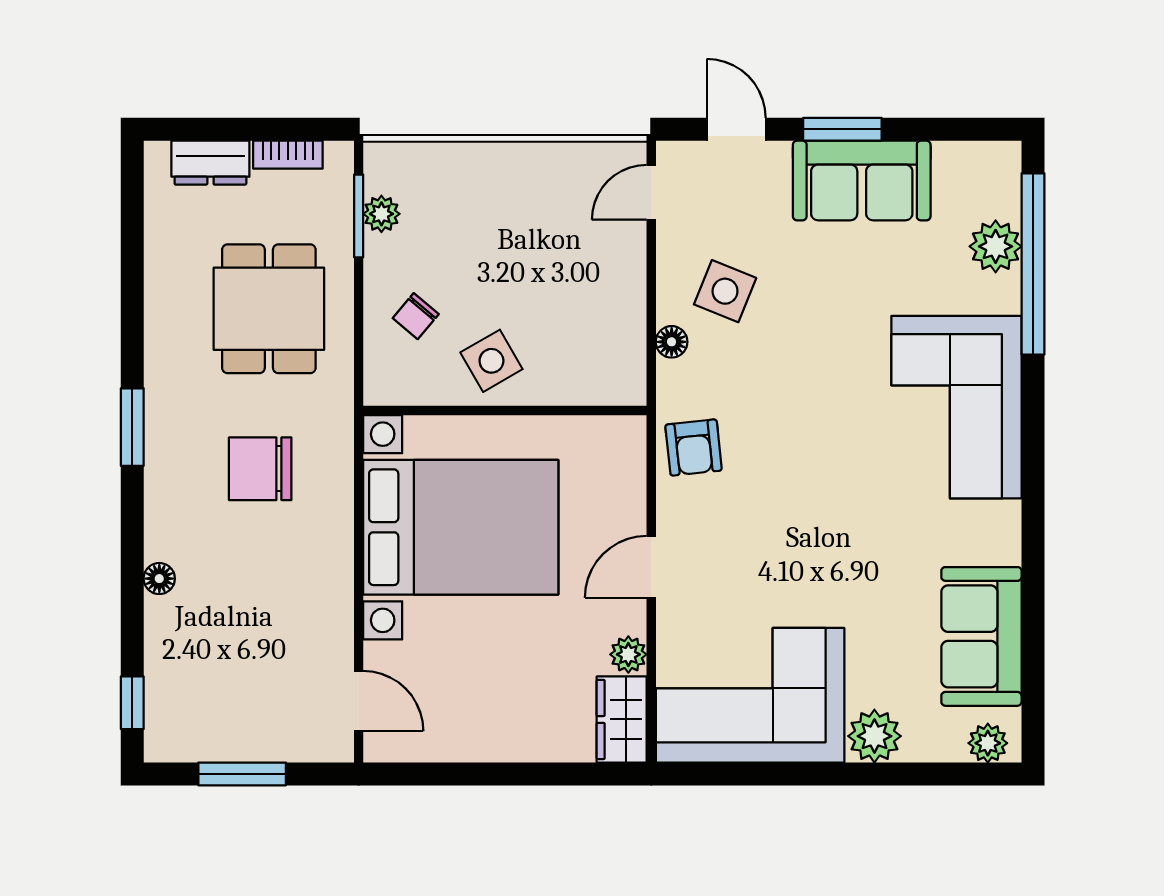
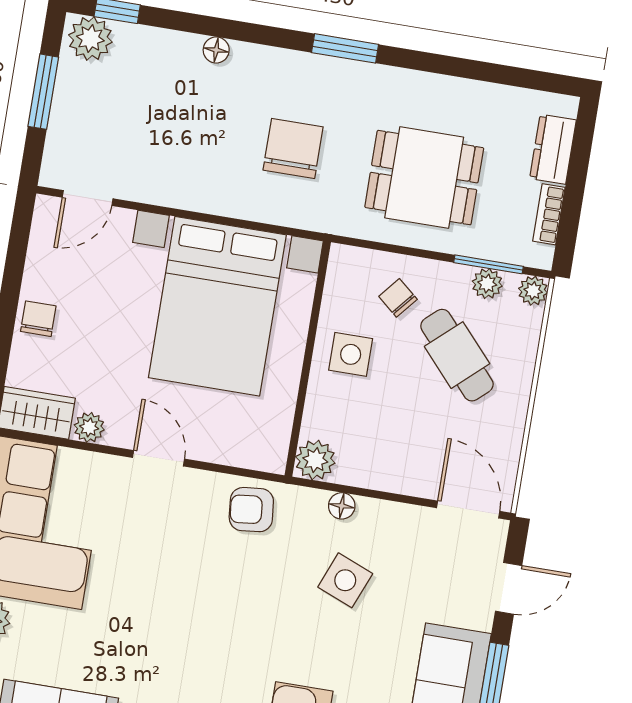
plant: (381, 158) -> (533, 291), added
door: (651, 192) -> (468, 510), width x1.38
cafe table: (472, 236) -> (457, 355), added
side table: (725, 291) -> (345, 580), moved
side table: (491, 361) -> (351, 354), turned 30
plant: (623, 382) -> (315, 460), added
plant: (170, 729) -> (90, 39), added
chair: (510, 736) -> (38, 319), added

